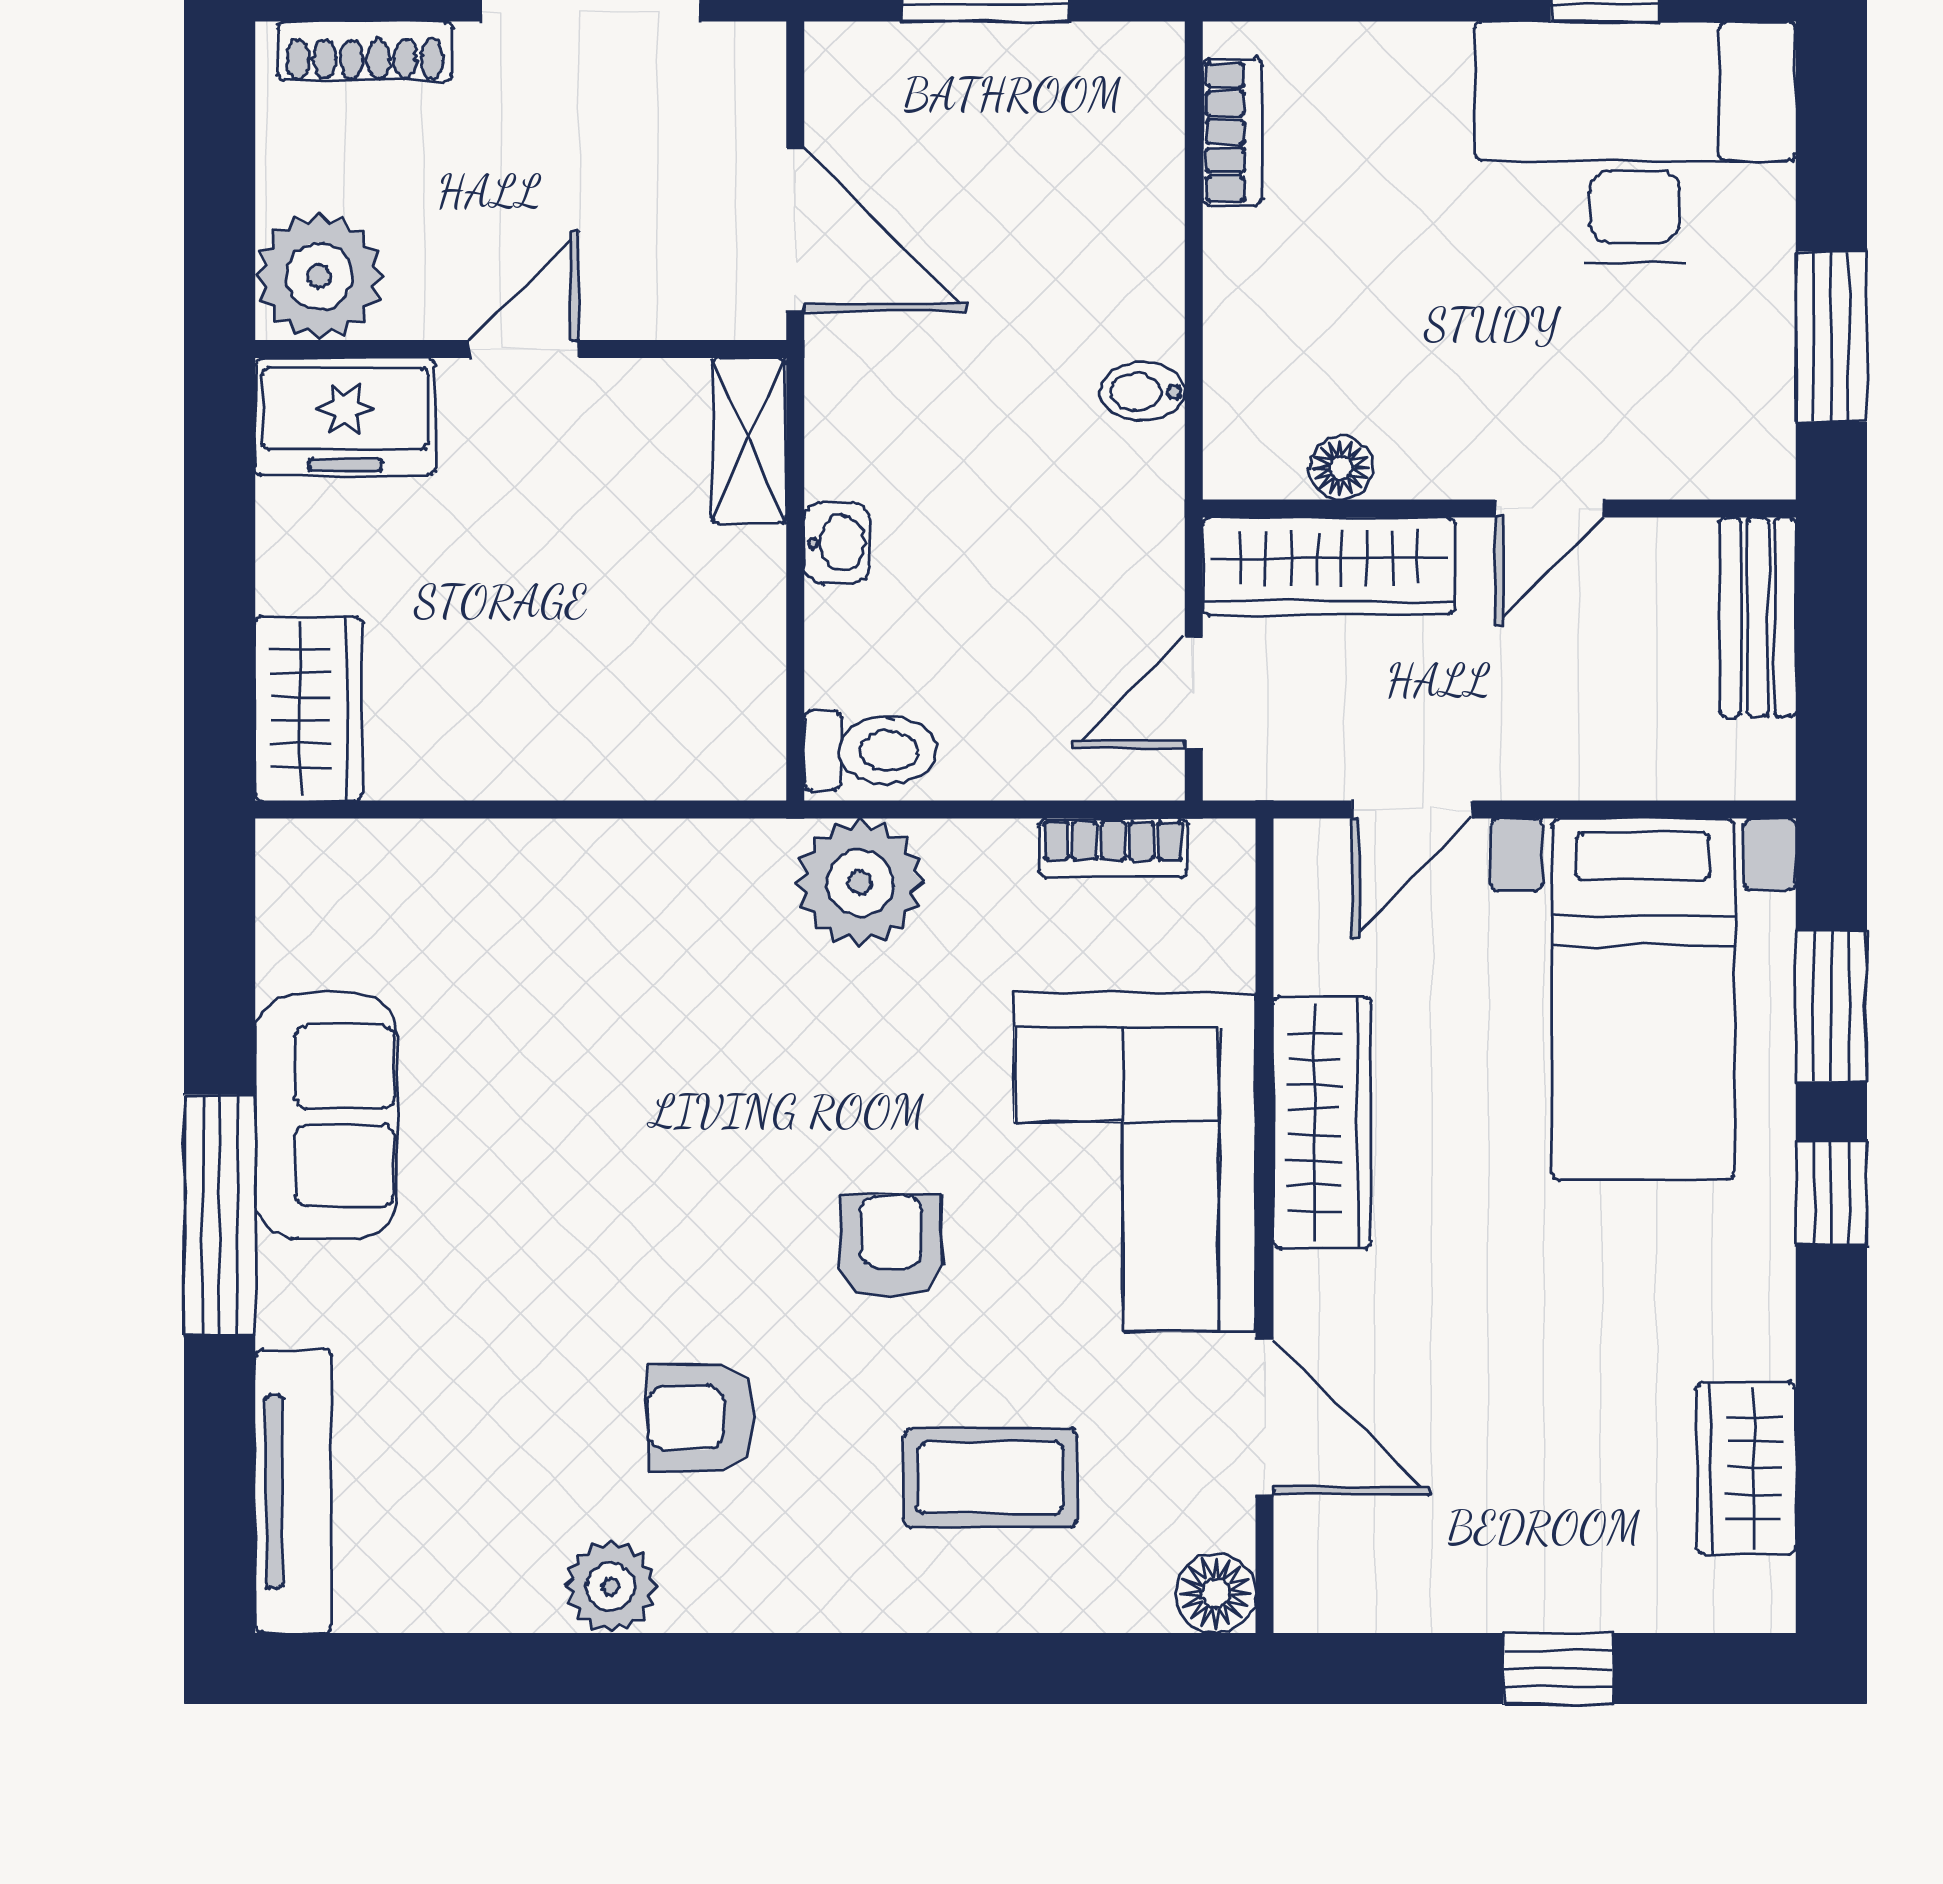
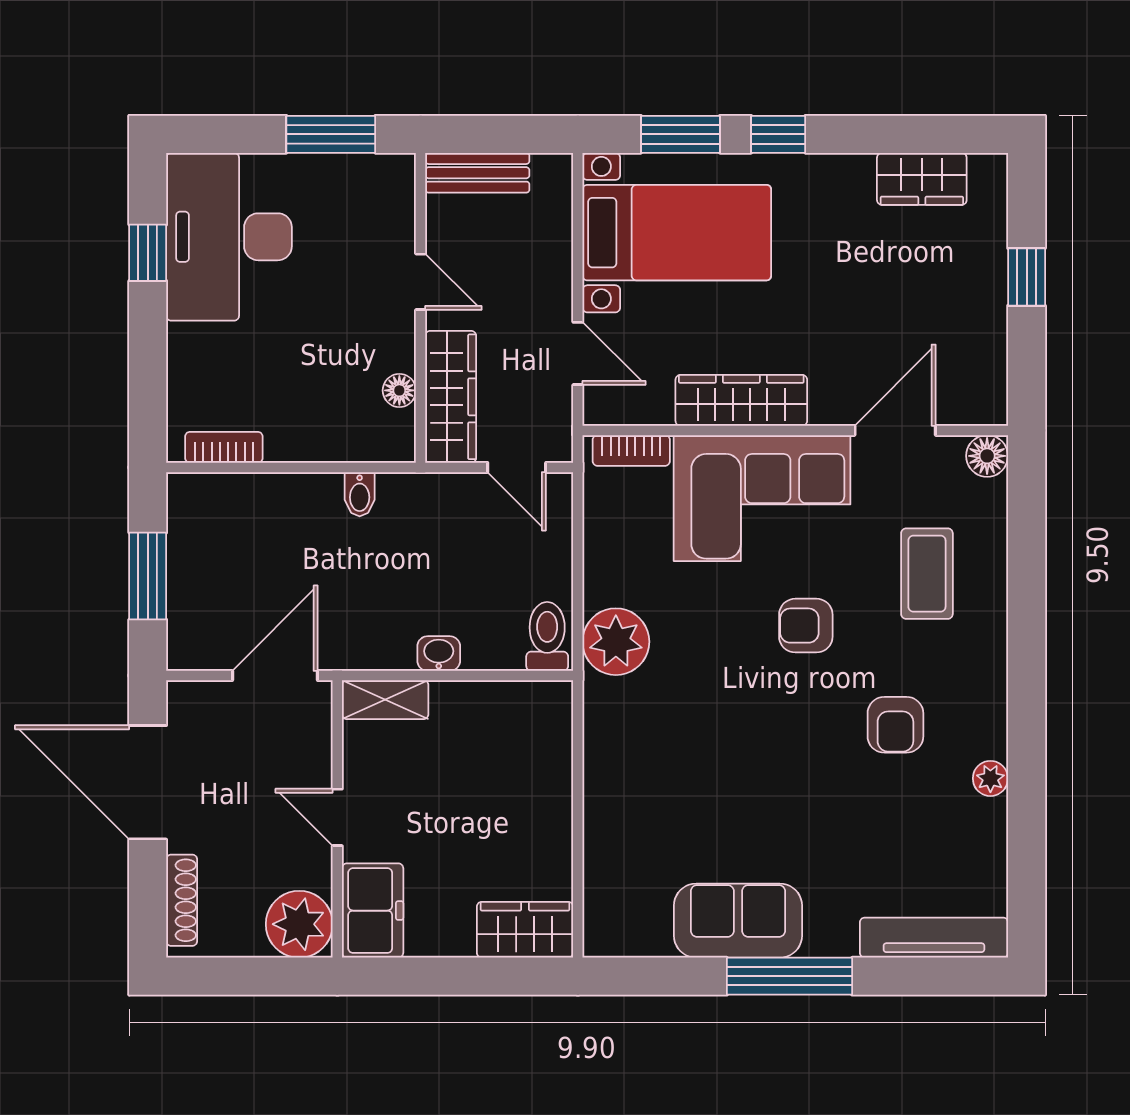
bookcase: (1113, 848) -> (631, 450), moved, turned 90
plant: (611, 1587) -> (990, 778), width x0.73, depth x0.73

